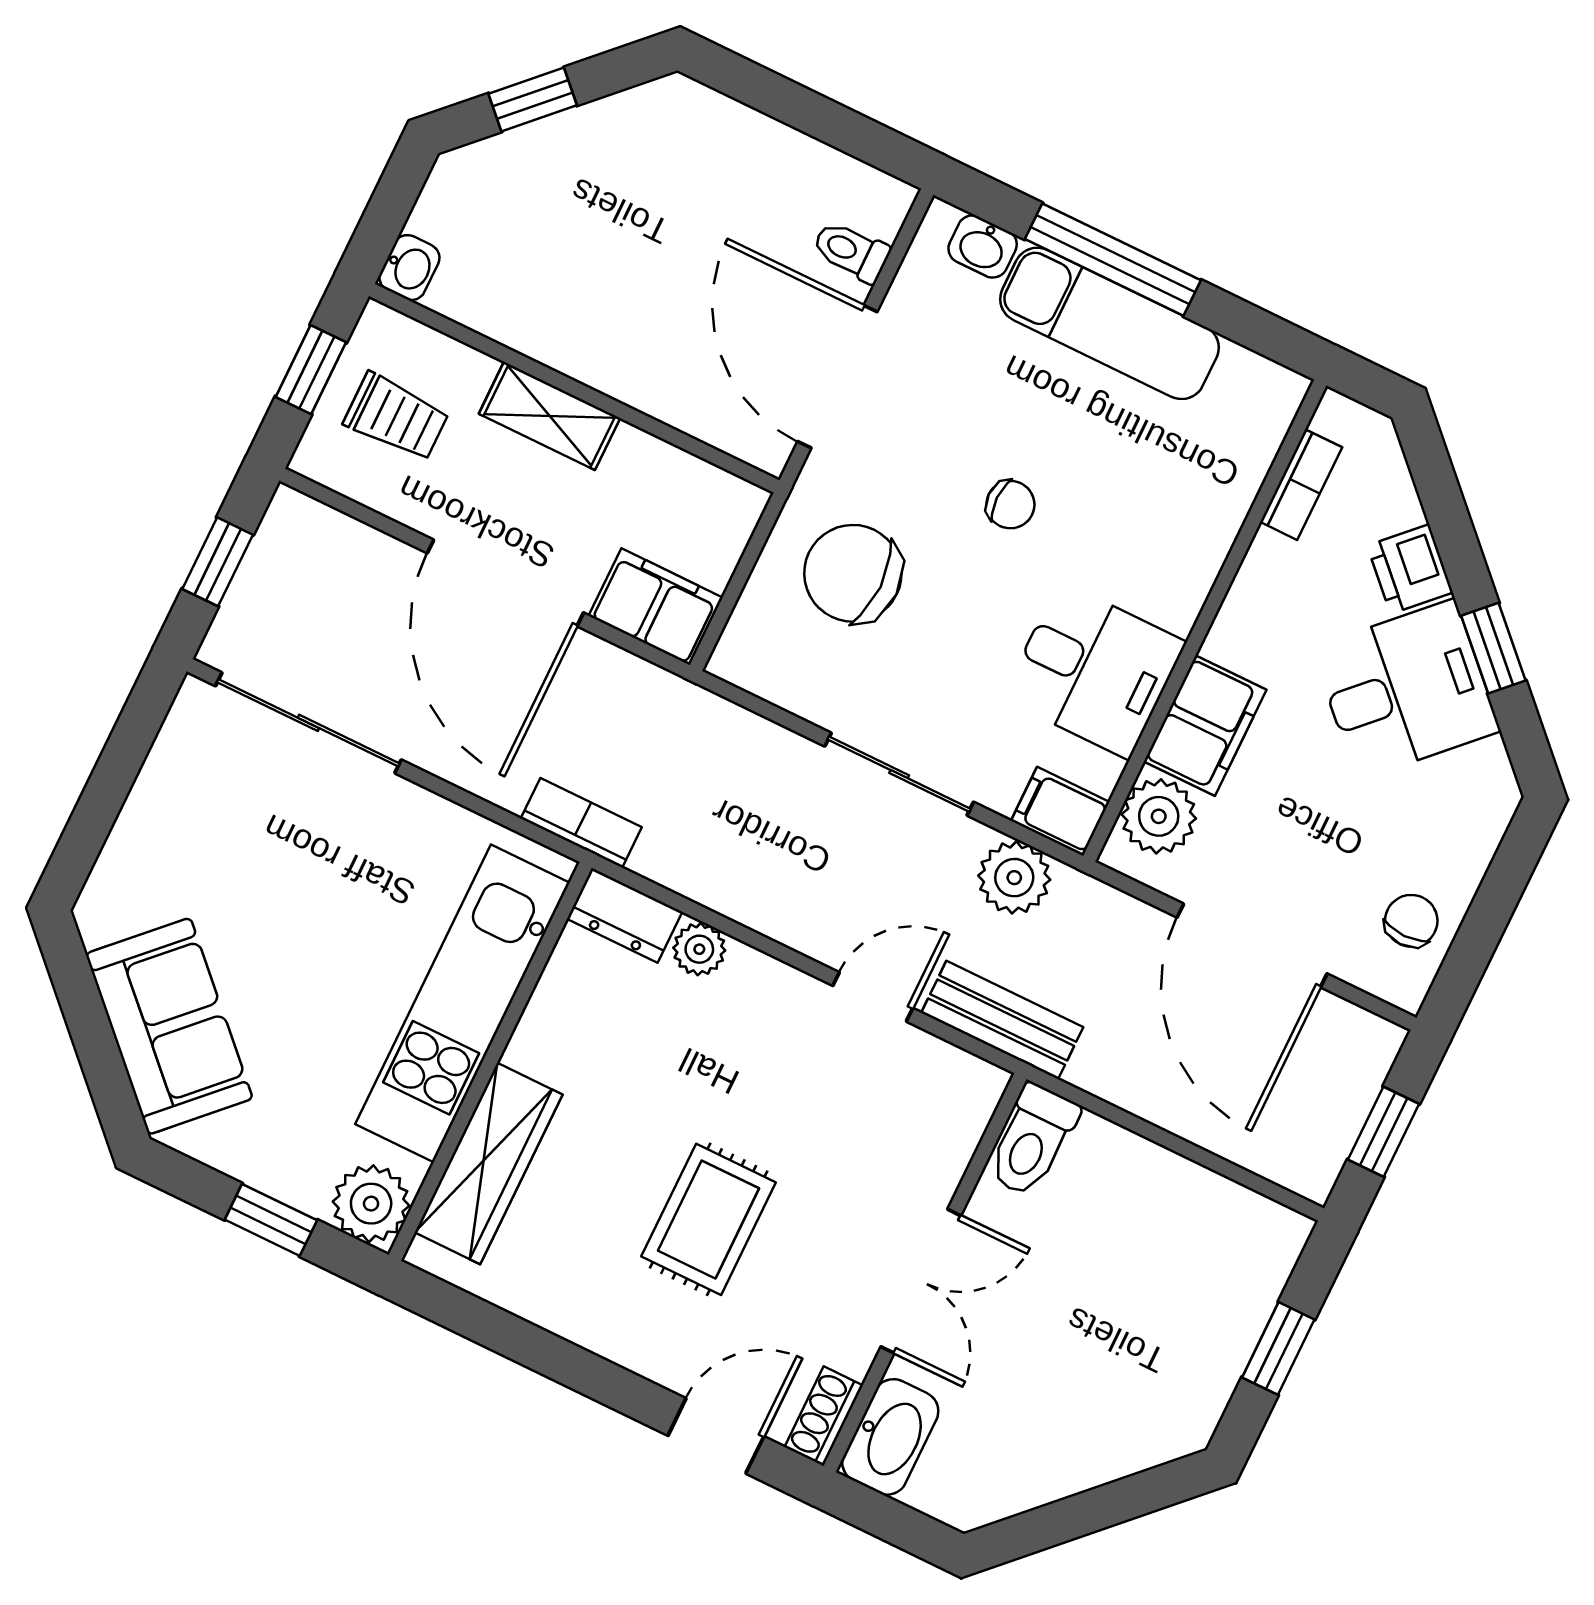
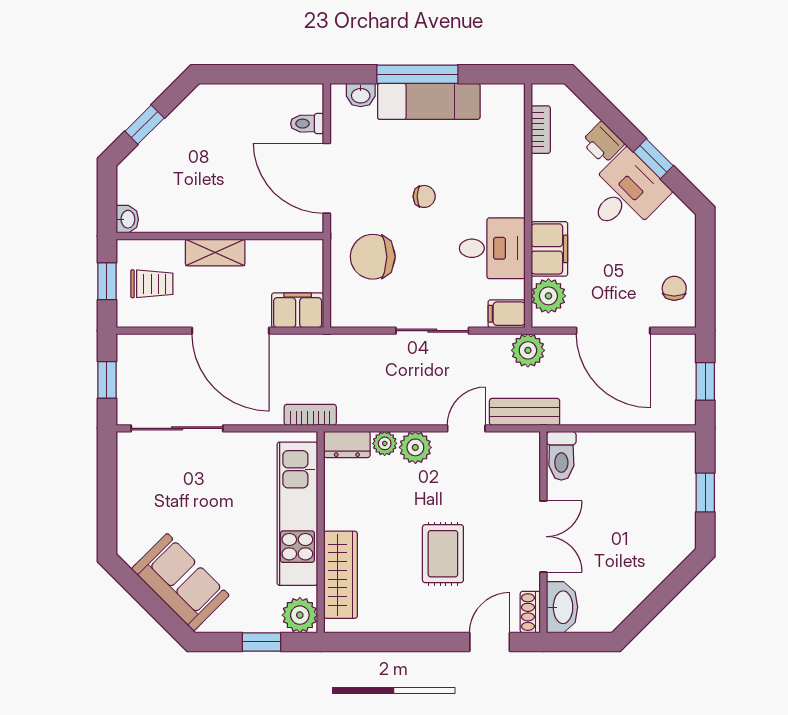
plant: (1014, 878) -> (528, 350), moved
plant: (755, 986) -> (415, 447), added

